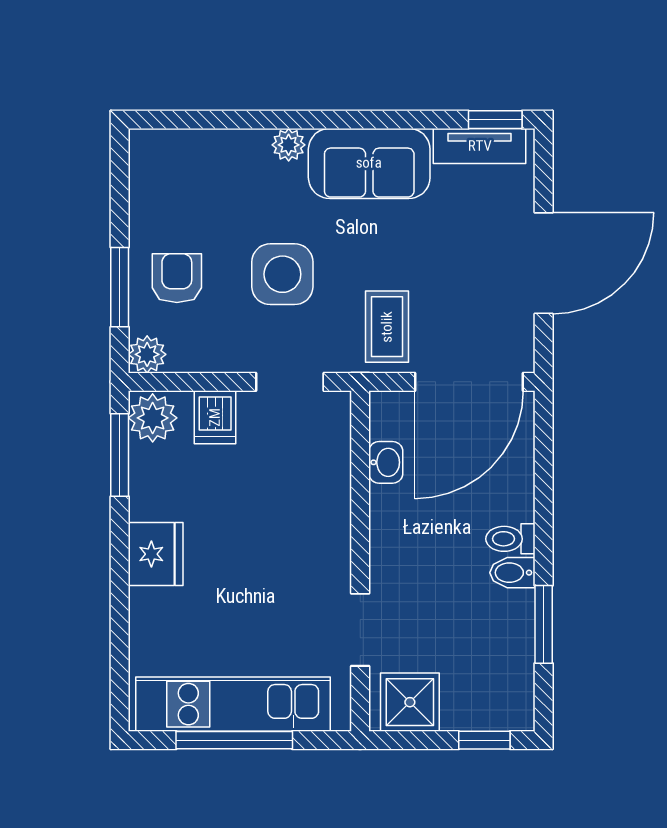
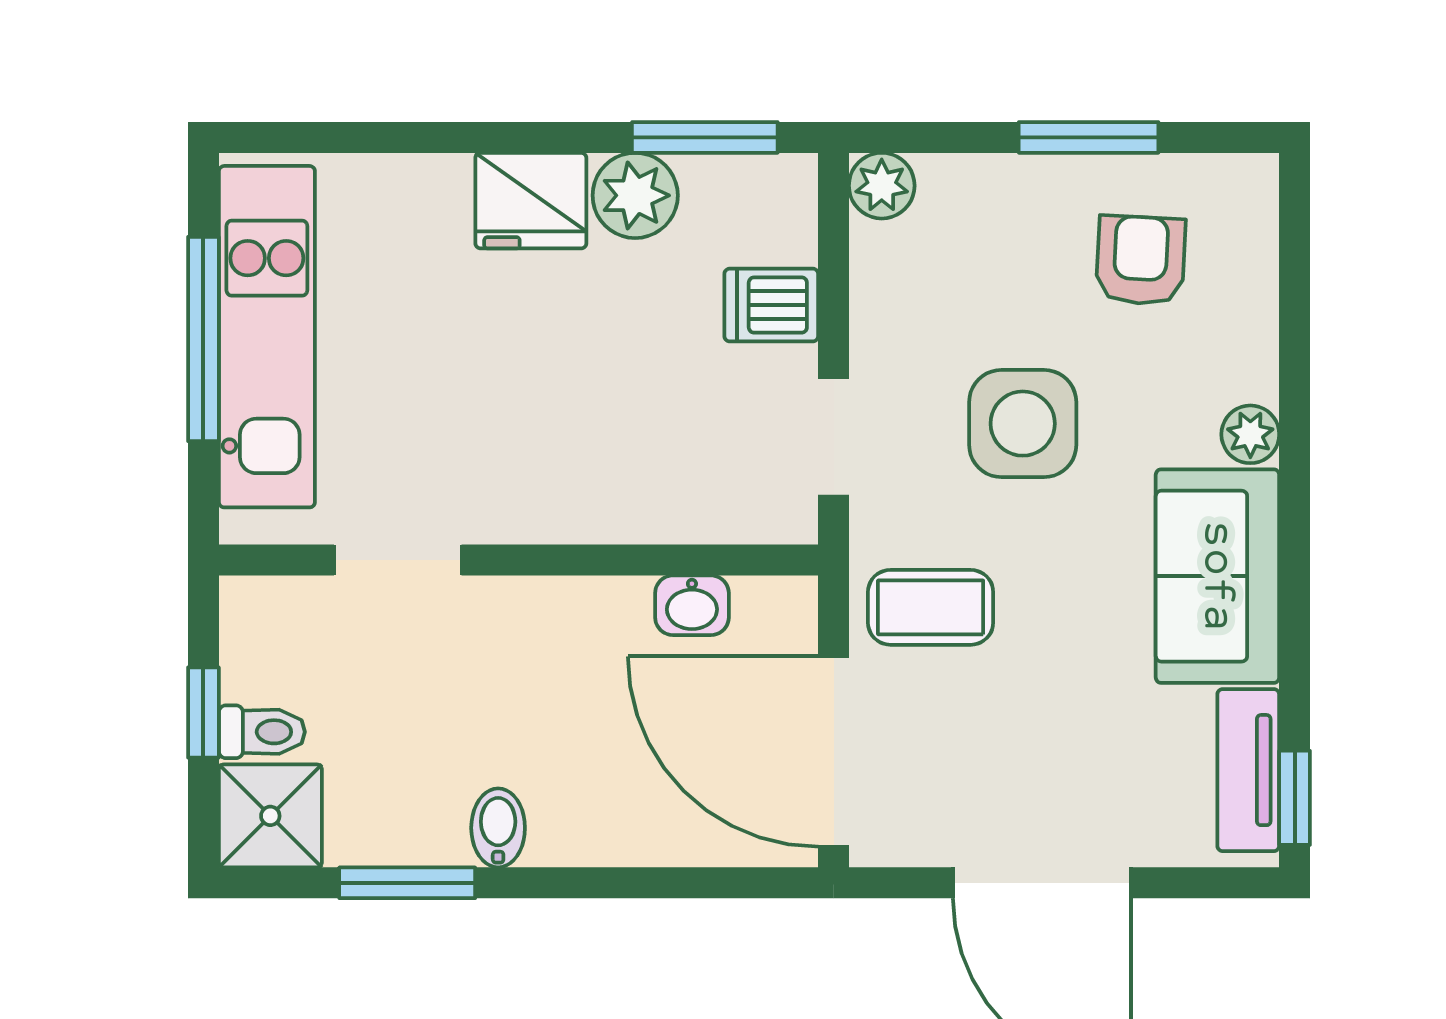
armchair: (177, 278) -> (1141, 260), moved, turned -87
window: (120, 287) -> (1089, 137), moved
plant: (153, 418) -> (635, 195), moved
toilet: (510, 539) -> (262, 732), moved, turned 90
shower: (410, 702) -> (270, 816), moved
window: (484, 740) -> (203, 712), moved

